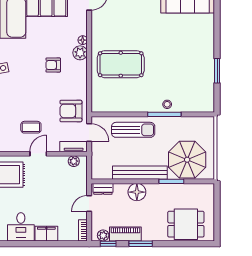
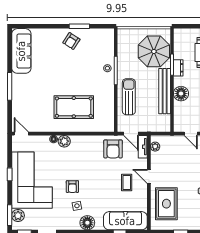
armchair: (200, 61) -> (71, 41), added
pool table: (121, 64) -> (74, 107), turned 90
armchair: (53, 65) -> (72, 187), moved
door: (89, 133) -> (131, 134), swing flipped
dresser: (103, 189) -> (178, 68), moved

